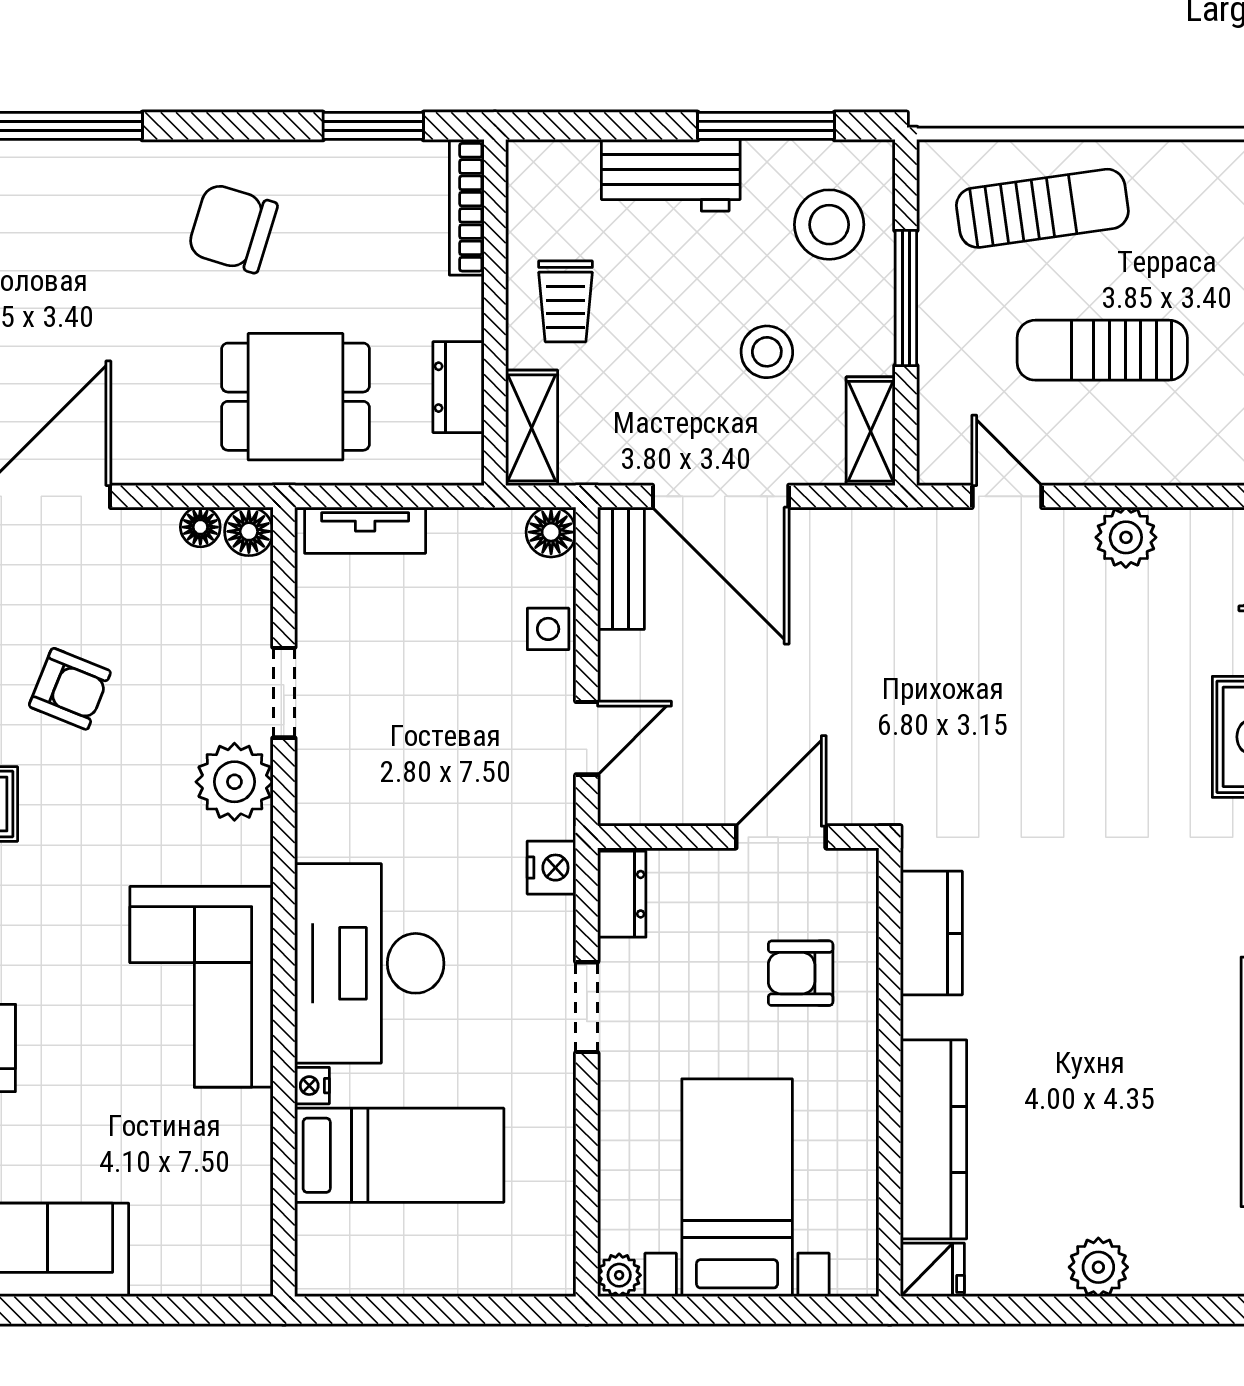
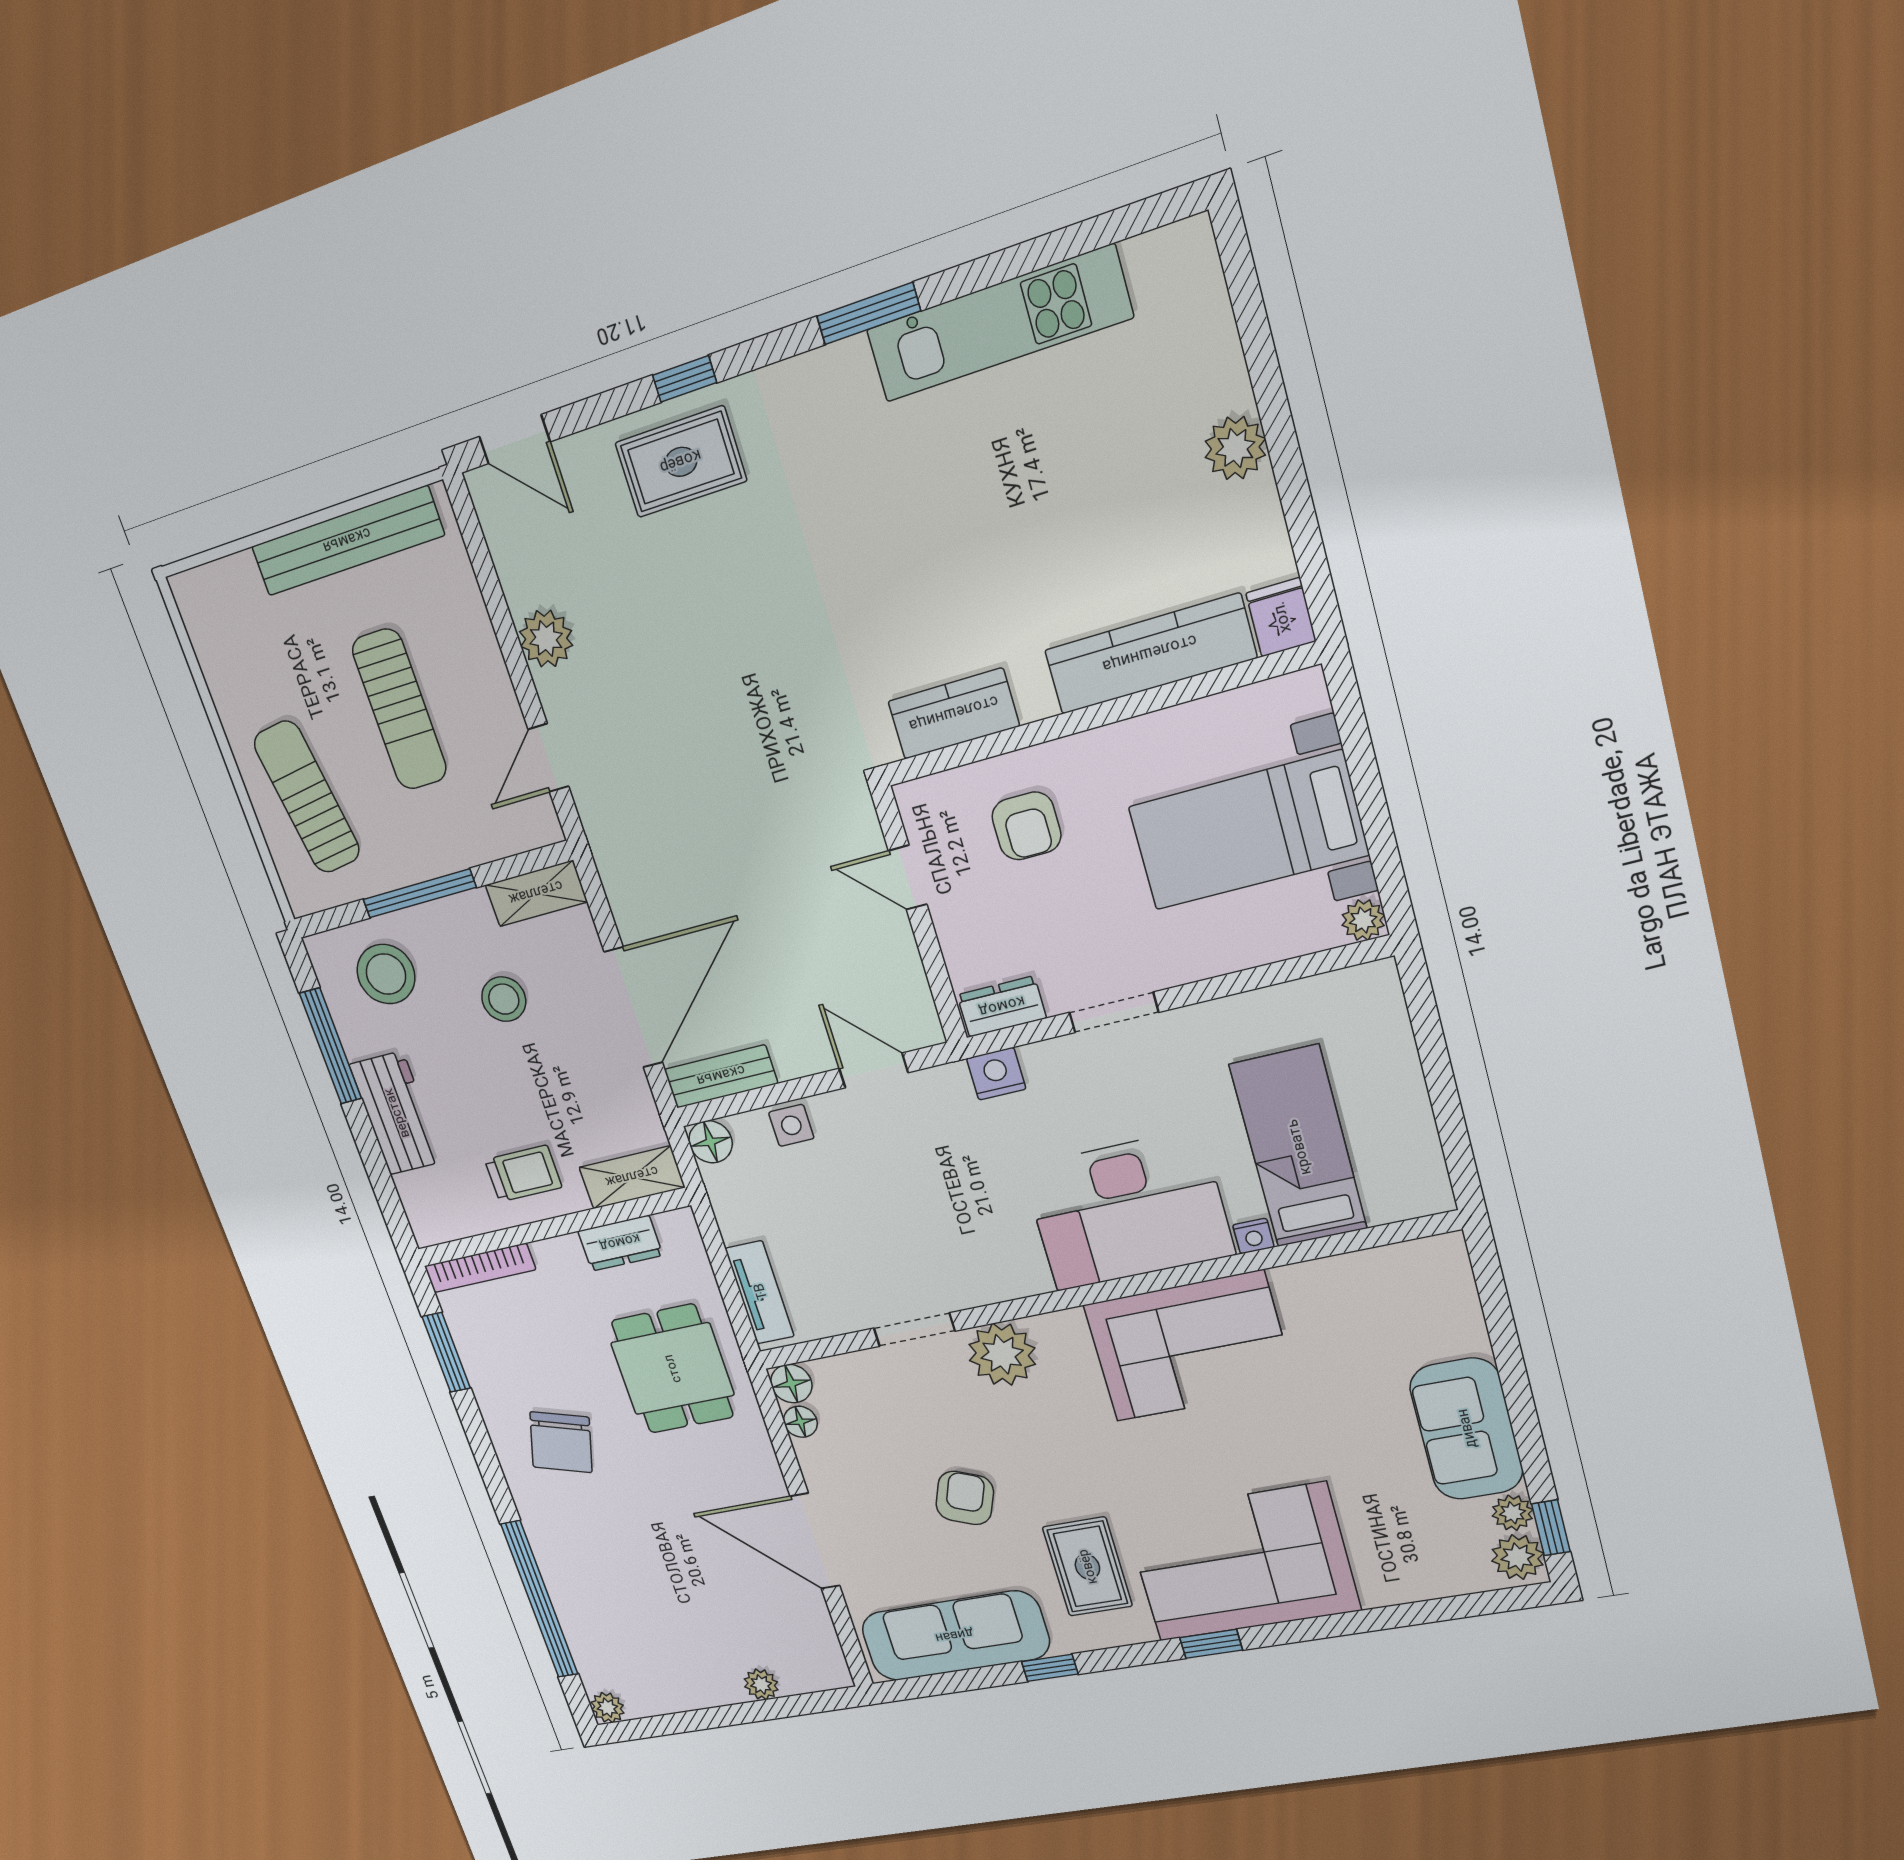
door: (781, 837) -> (908, 878), width x0.73

